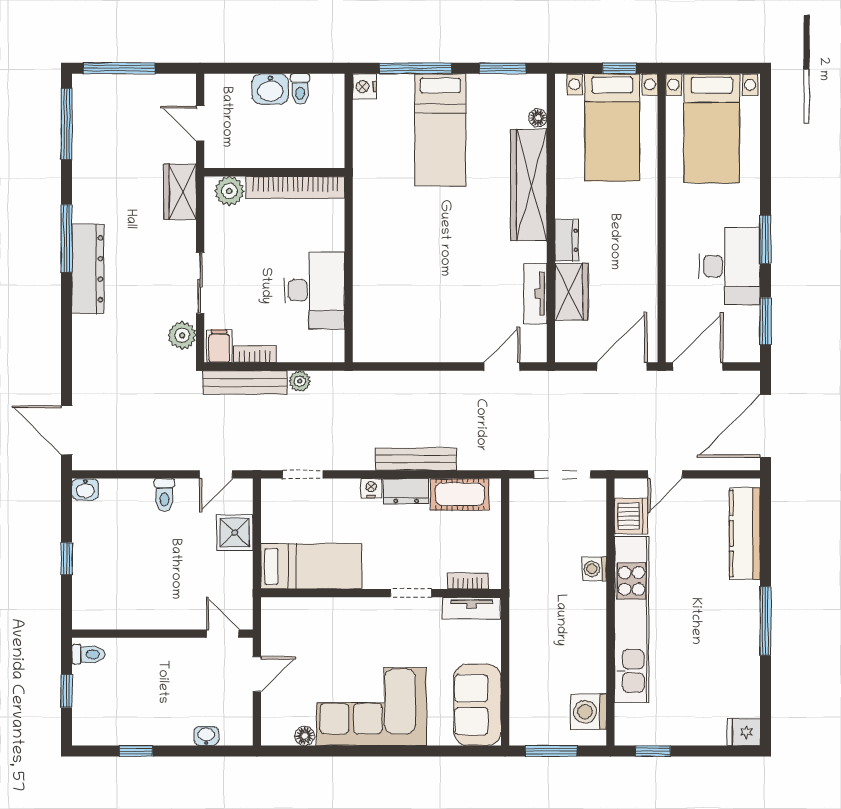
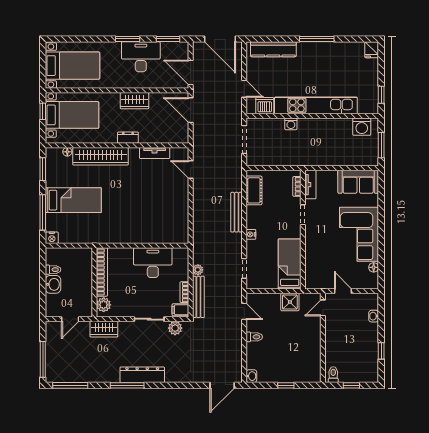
wardrobe: (572, 292) -> (134, 101), moved, turned 180
dresser: (406, 491) -> (252, 217), removed
shower: (235, 533) -> (290, 302), moved

